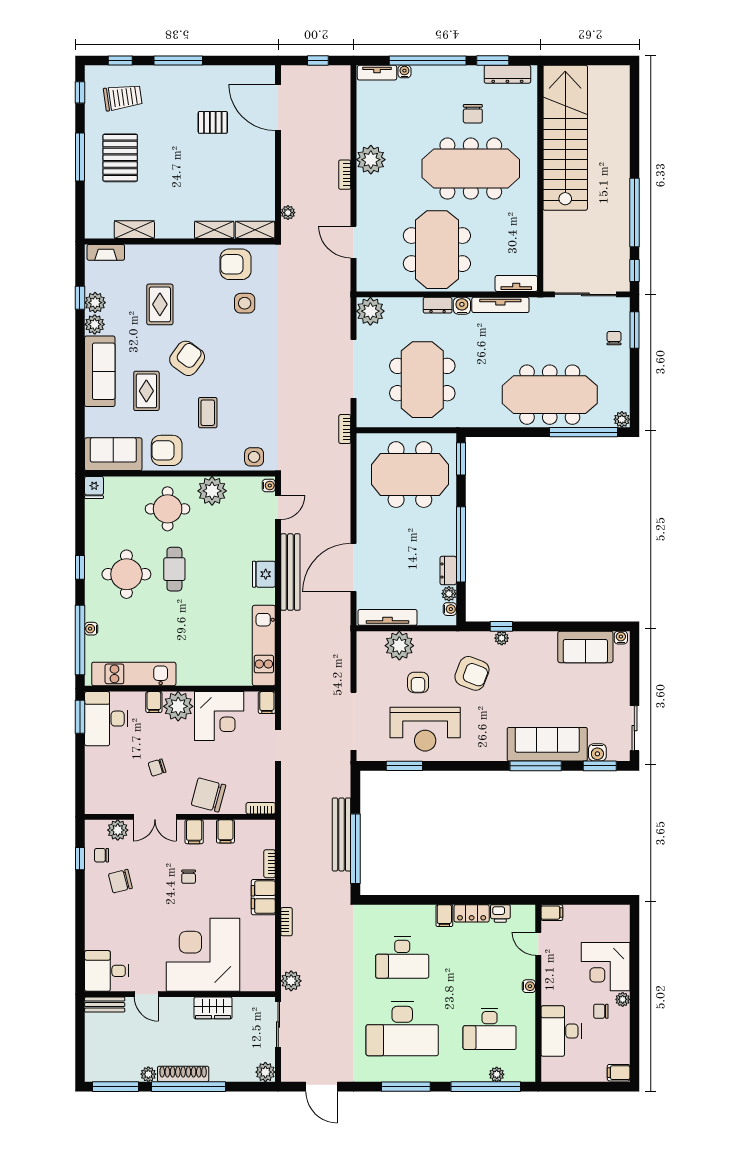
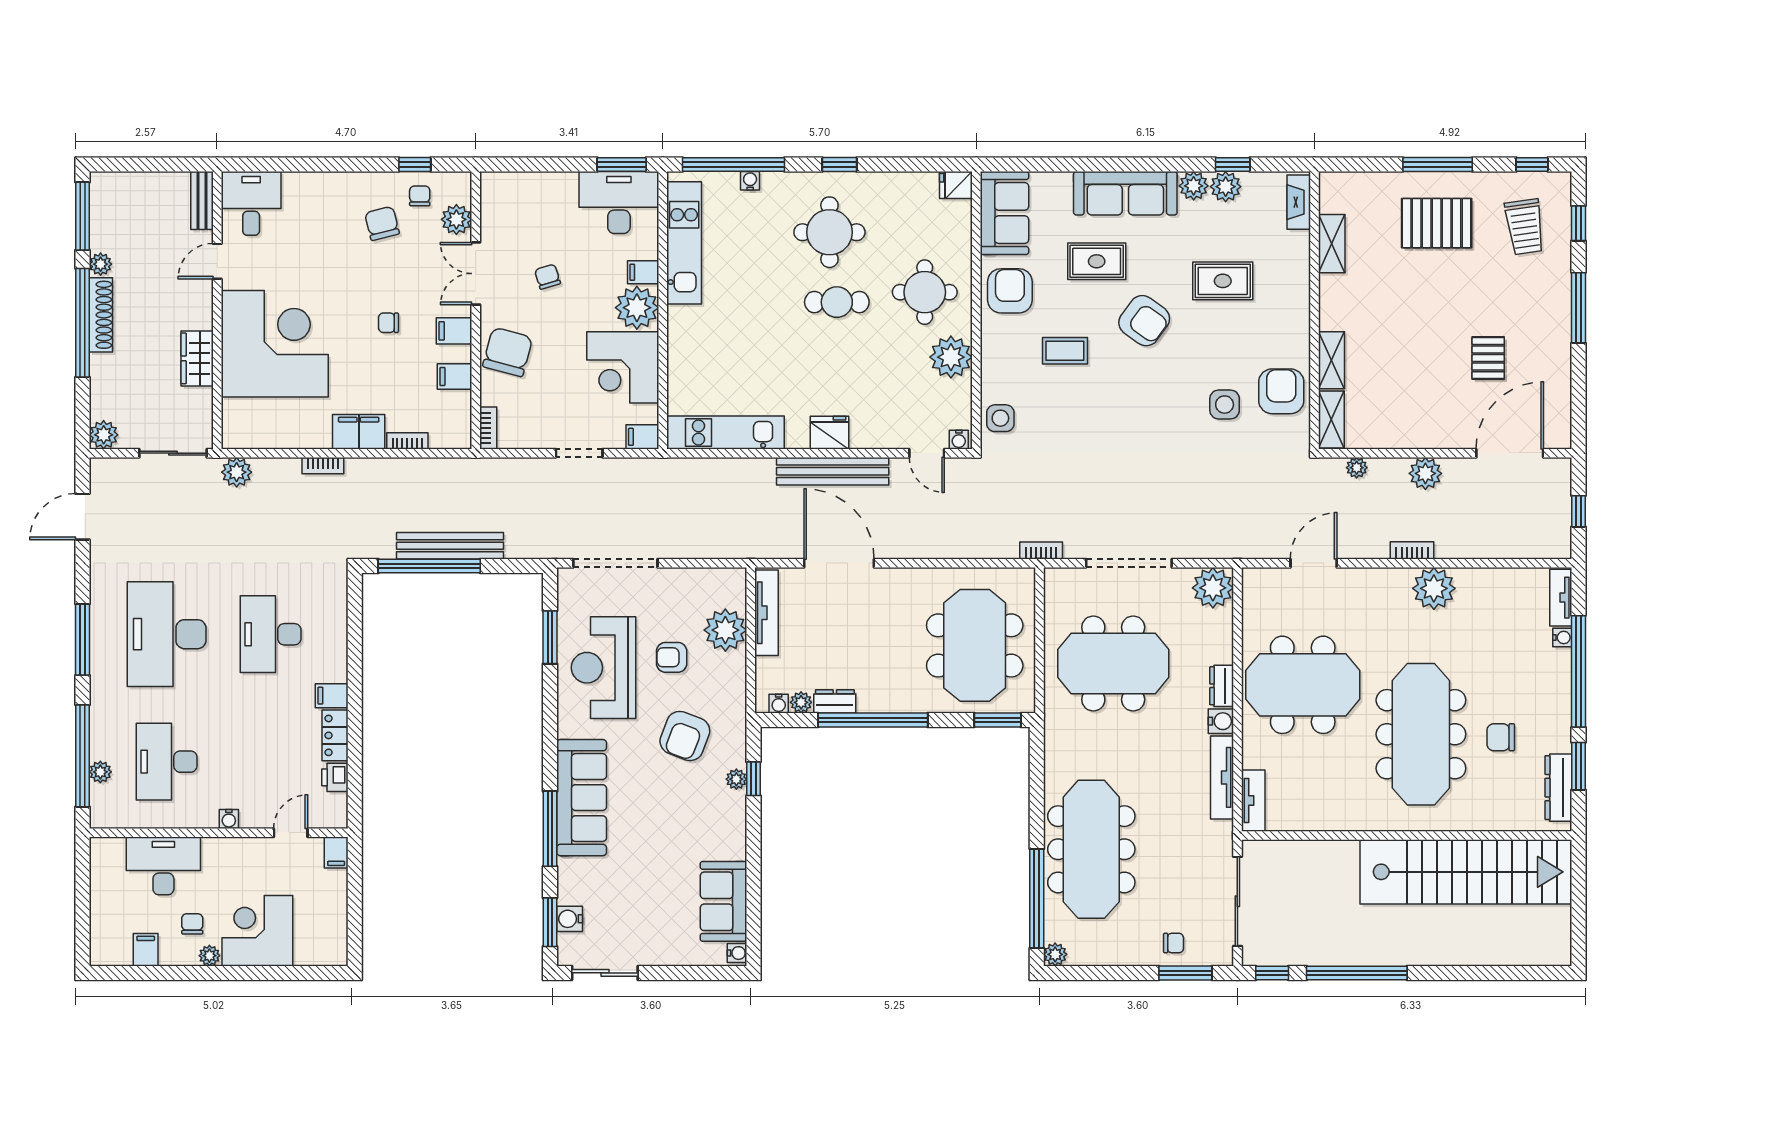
plant: (292, 165) -> (1425, 473), added
sofa: (547, 744) -> (582, 798), moved
filing cabinet: (619, 1073) -> (146, 950), moved

